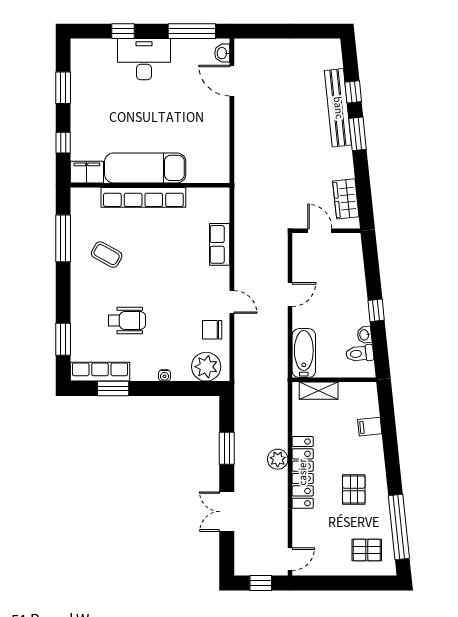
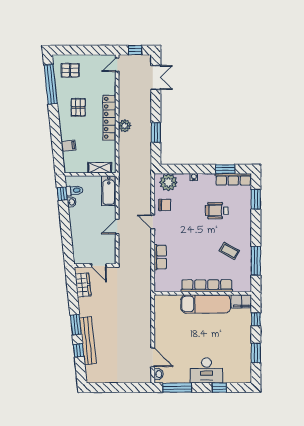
window: (376, 310) -> (62, 194), moved
double door: (227, 512) -> (156, 77), moved

